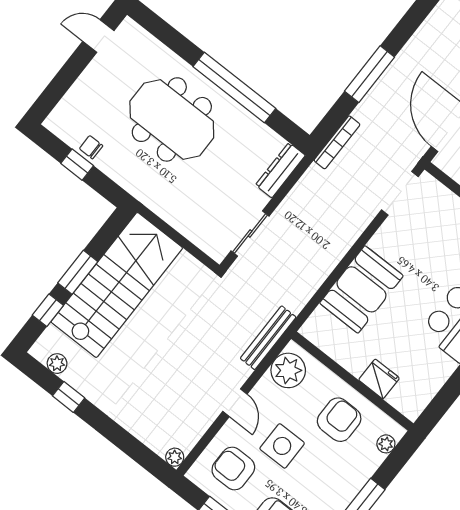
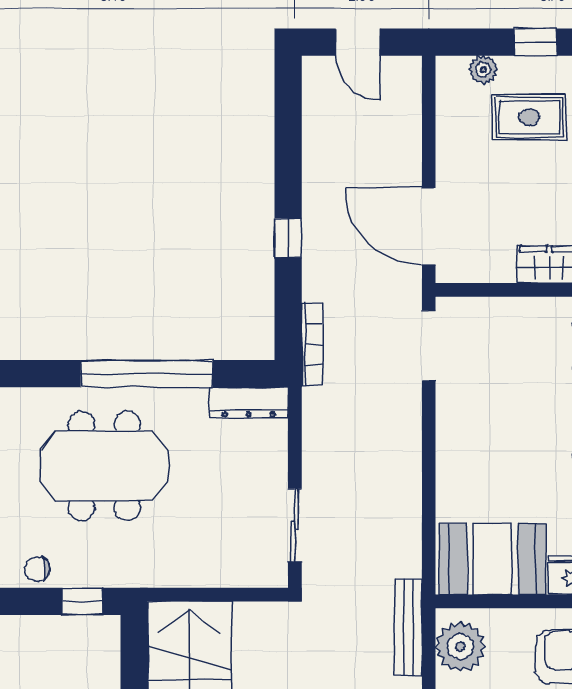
window: (369, 74) -> (288, 238), width x0.46
window: (77, 165) -> (82, 601), moved
dresser: (280, 170) -> (249, 402), moved, turned -90
booth: (361, 289) -> (492, 559), moved, turned 90

